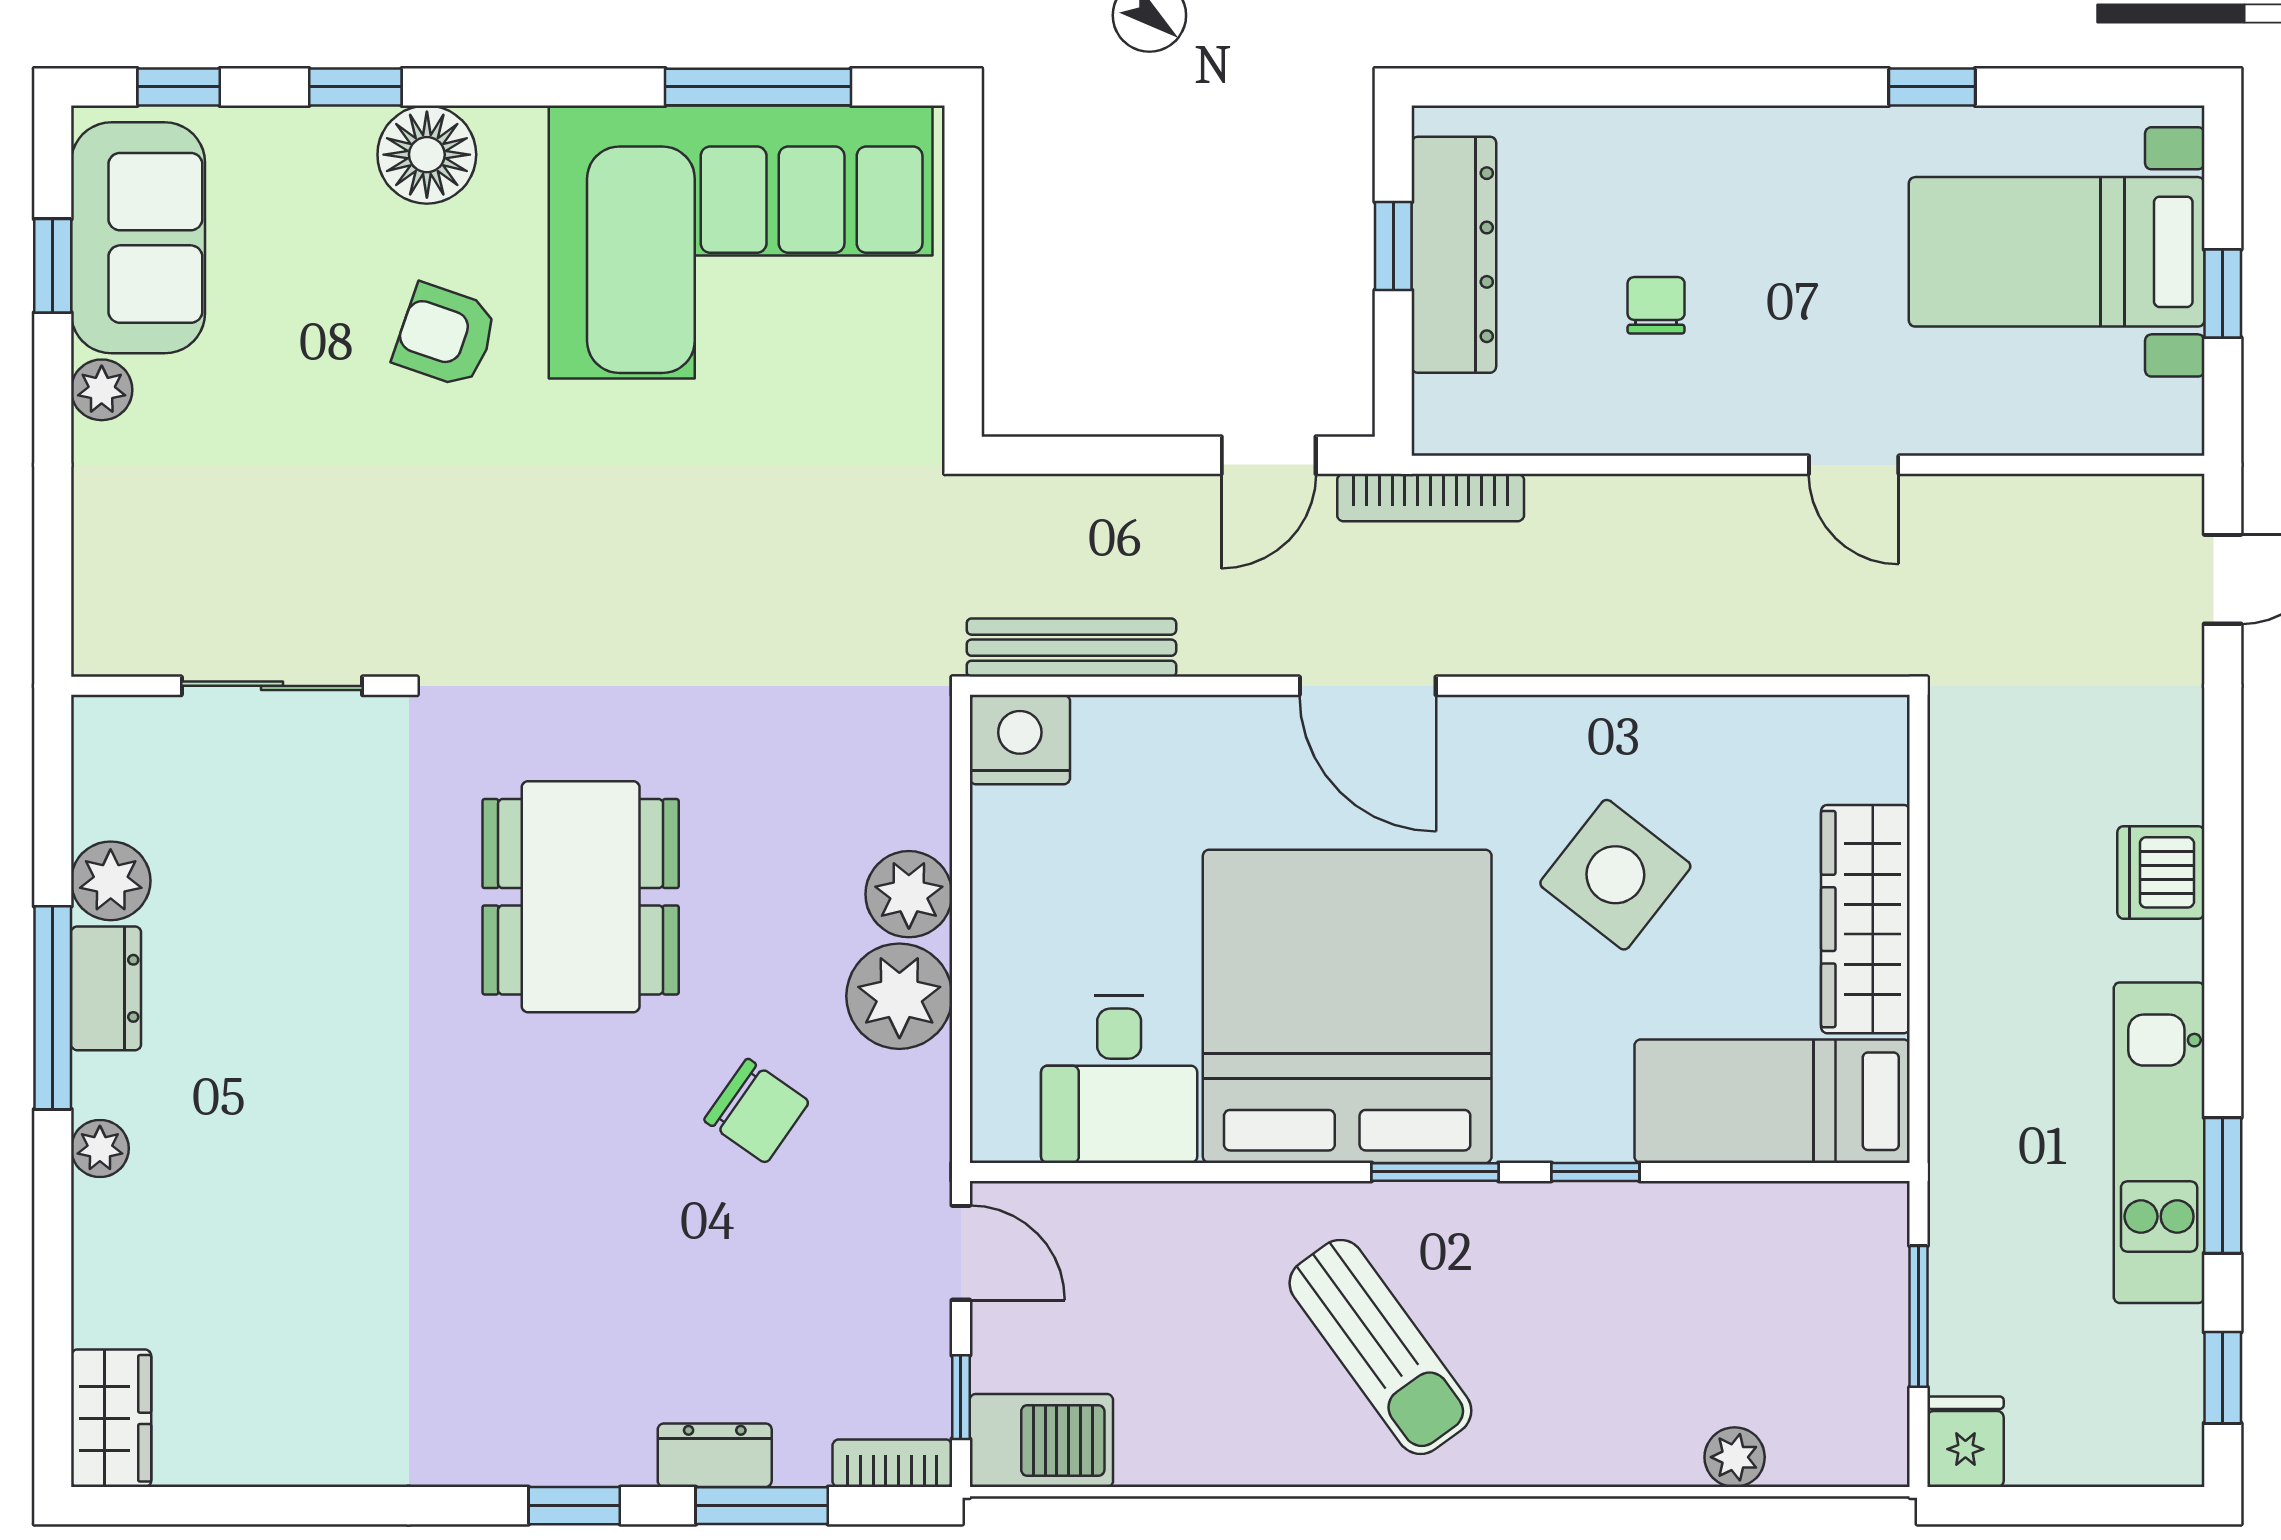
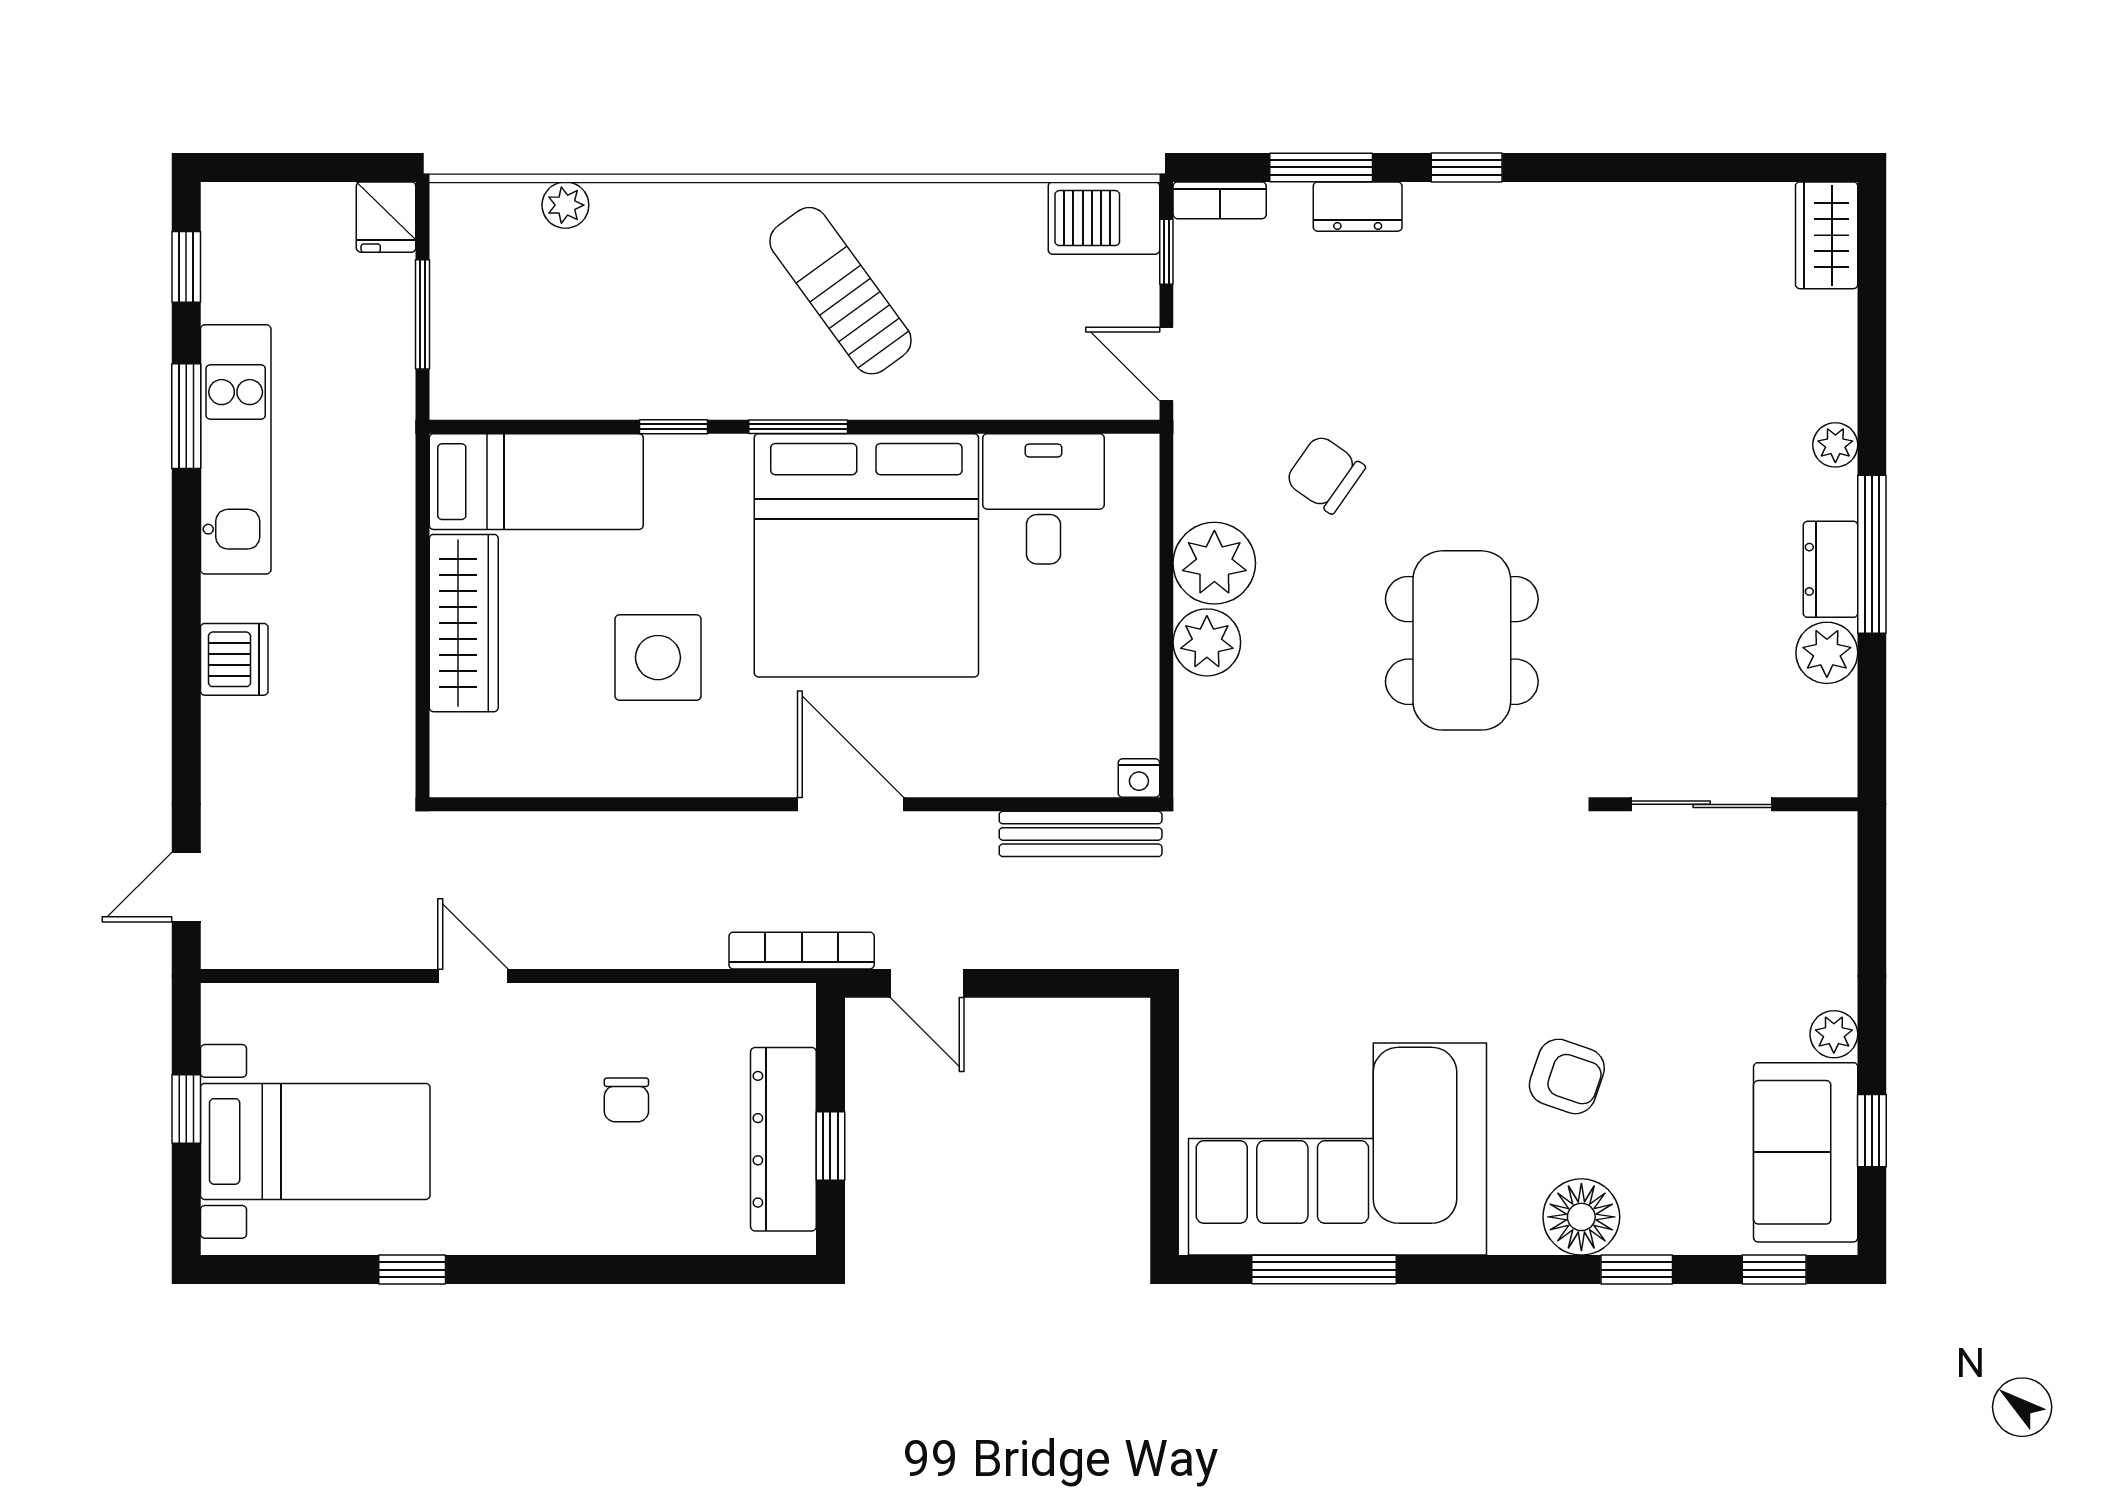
door: (1269, 455) -> (927, 983), swing flipped
nightstand: (1020, 740) -> (1139, 778), width x0.53, depth x0.56
side table: (1615, 875) -> (658, 658), turned -38

